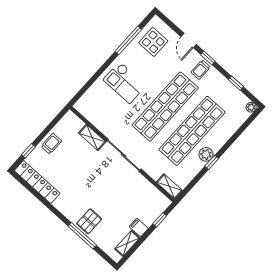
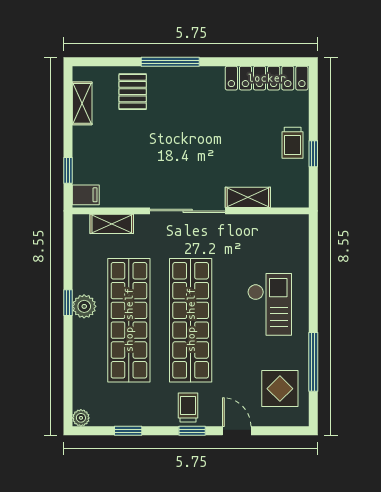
checkout: (125, 82) -> (270, 304), turned 90
window: (28, 151) -> (313, 154), moved
shelving: (169, 186) -> (112, 224), moved
pallet: (89, 221) -> (133, 92), moved
filing cabinet: (139, 227) -> (86, 195), moved
window: (82, 236) -> (170, 62), moved

